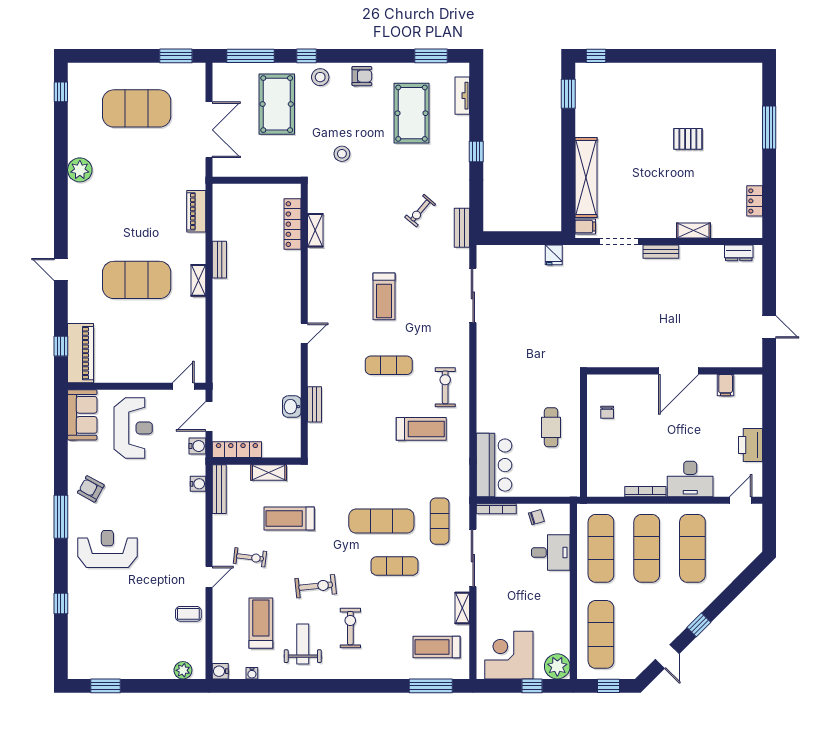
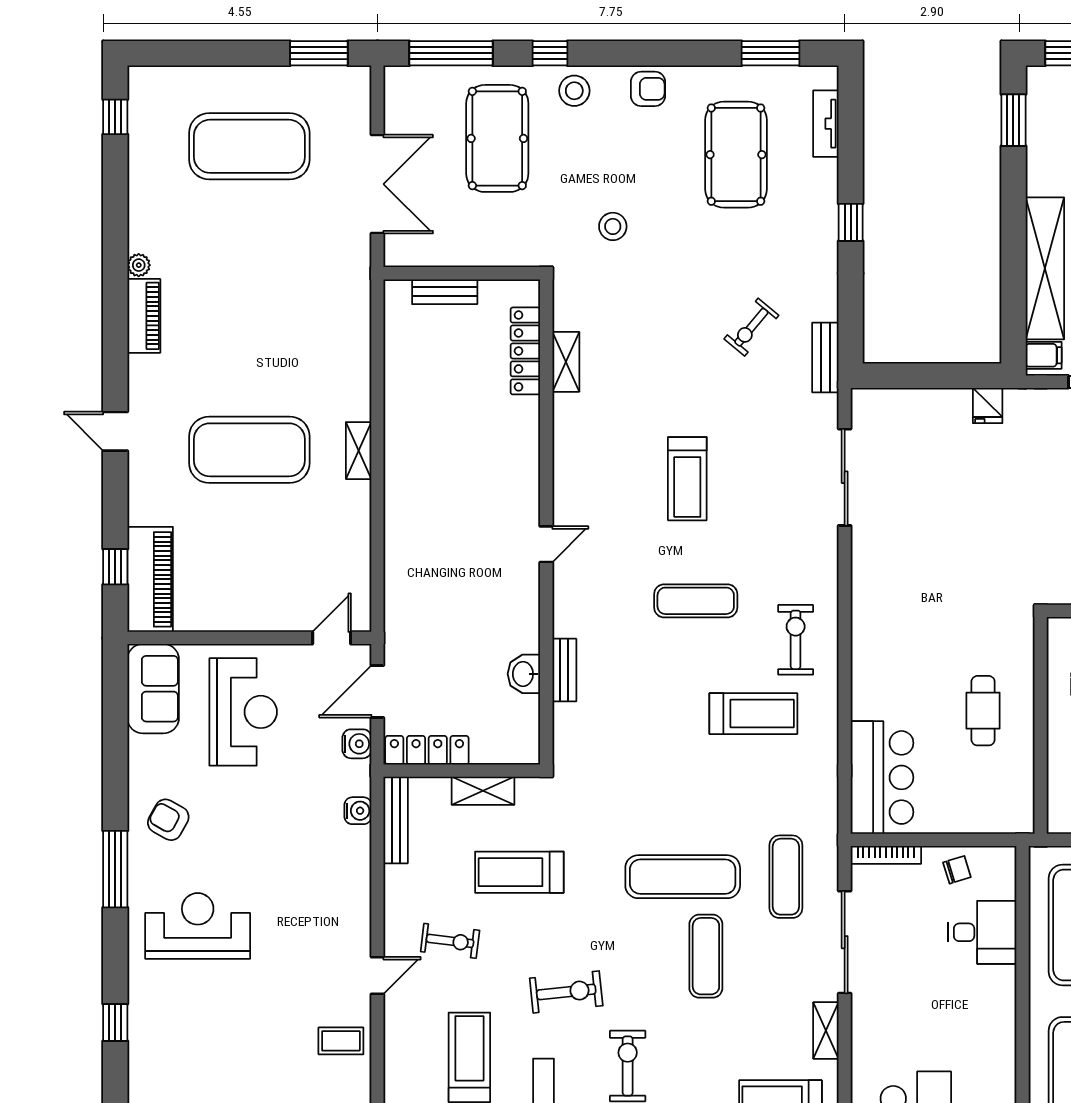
plant: (80, 170) -> (139, 265), width x0.53, depth x0.53
piano: (196, 211) -> (144, 316), moved, turned 180
bench: (219, 260) -> (445, 292), moved, turned 90
exercise mat: (395, 566) -> (706, 956), turned 90

